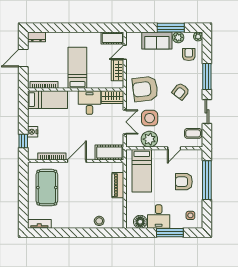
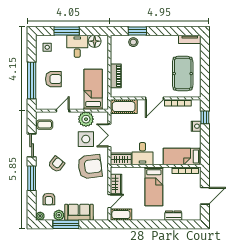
dresser: (36, 37) -> (173, 216), moved
window: (95, 233) -> (137, 31), added

